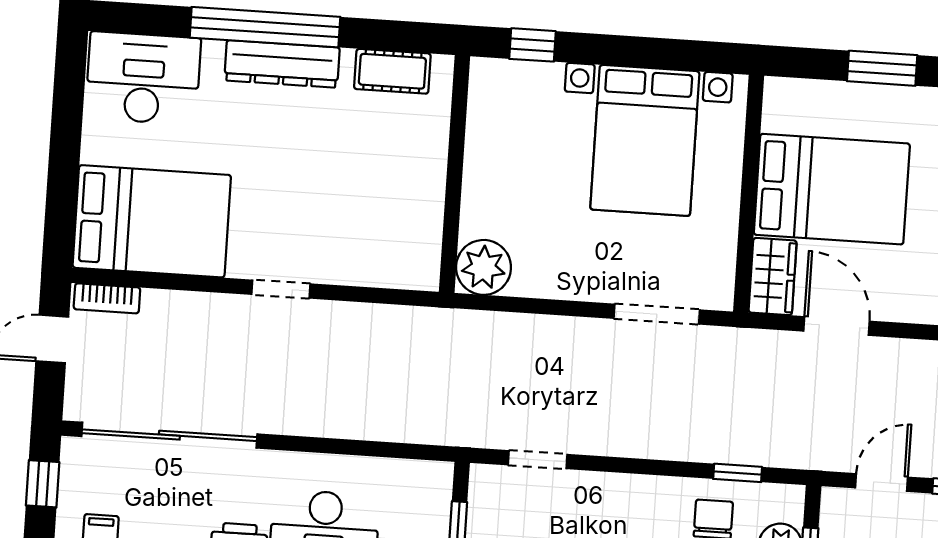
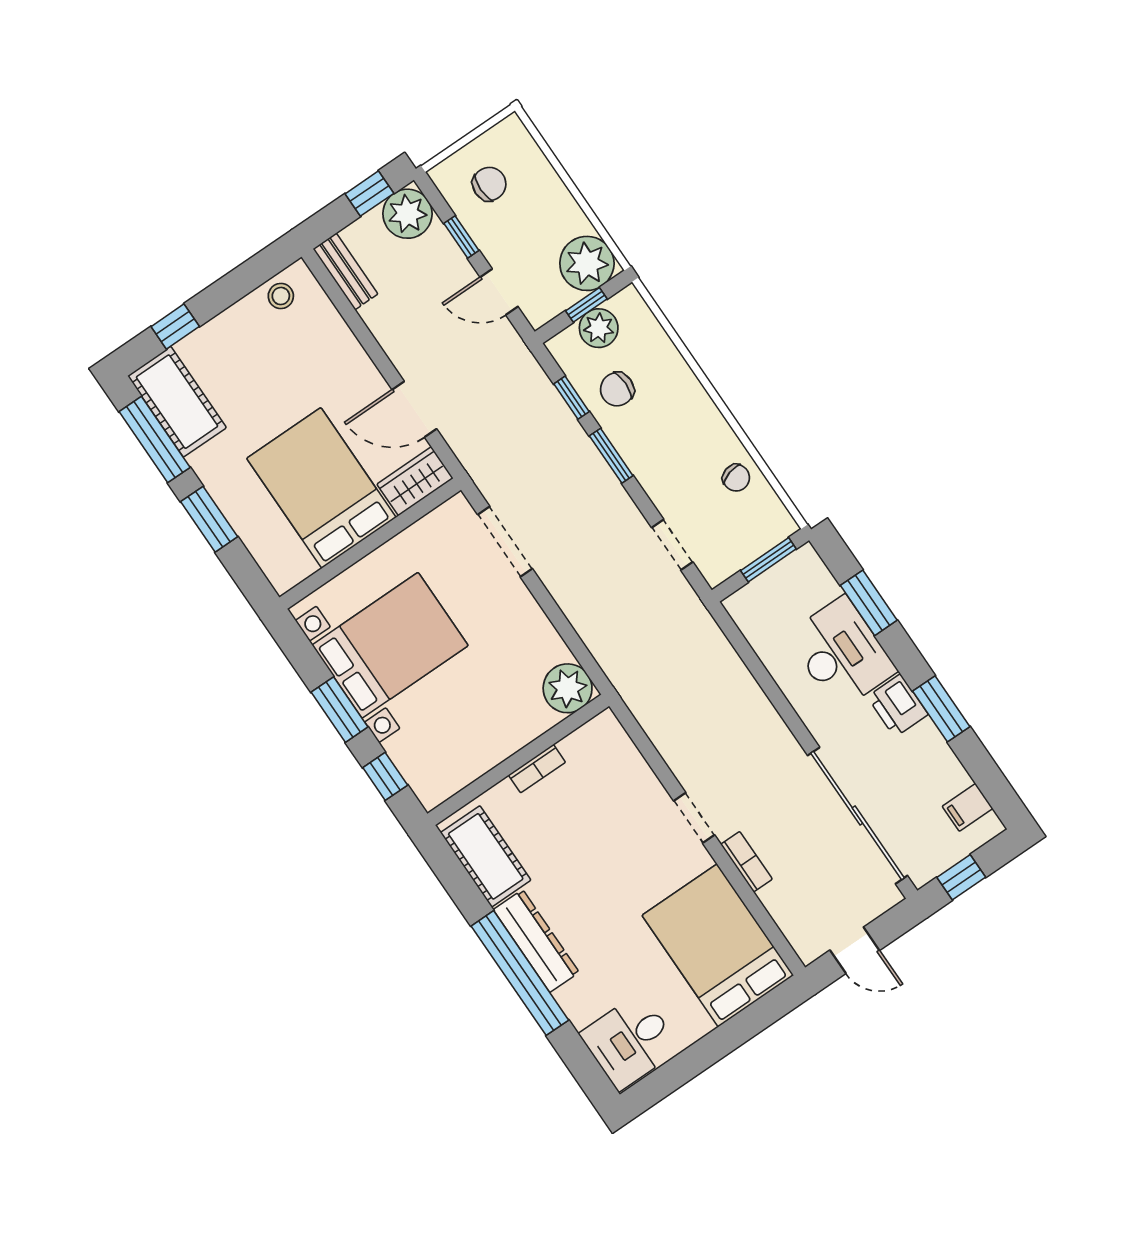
window: (623, 51) -> (339, 710), added
cot: (392, 71) -> (486, 856), width x1.37, depth x1.34
desk: (143, 78) -> (630, 1041), width x0.73
bookcase: (434, 184) -> (537, 769), added
bookcase: (107, 298) -> (747, 862), moved
door: (837, 326) -> (414, 409), hinge flipped
window: (659, 468) -> (611, 456), added

